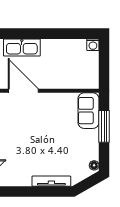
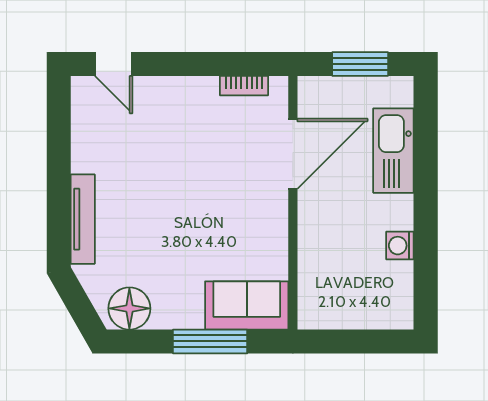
washing machine: (93, 45) -> (400, 246), moved
floor lamp: (94, 165) -> (129, 308), width x1.89, depth x1.89

